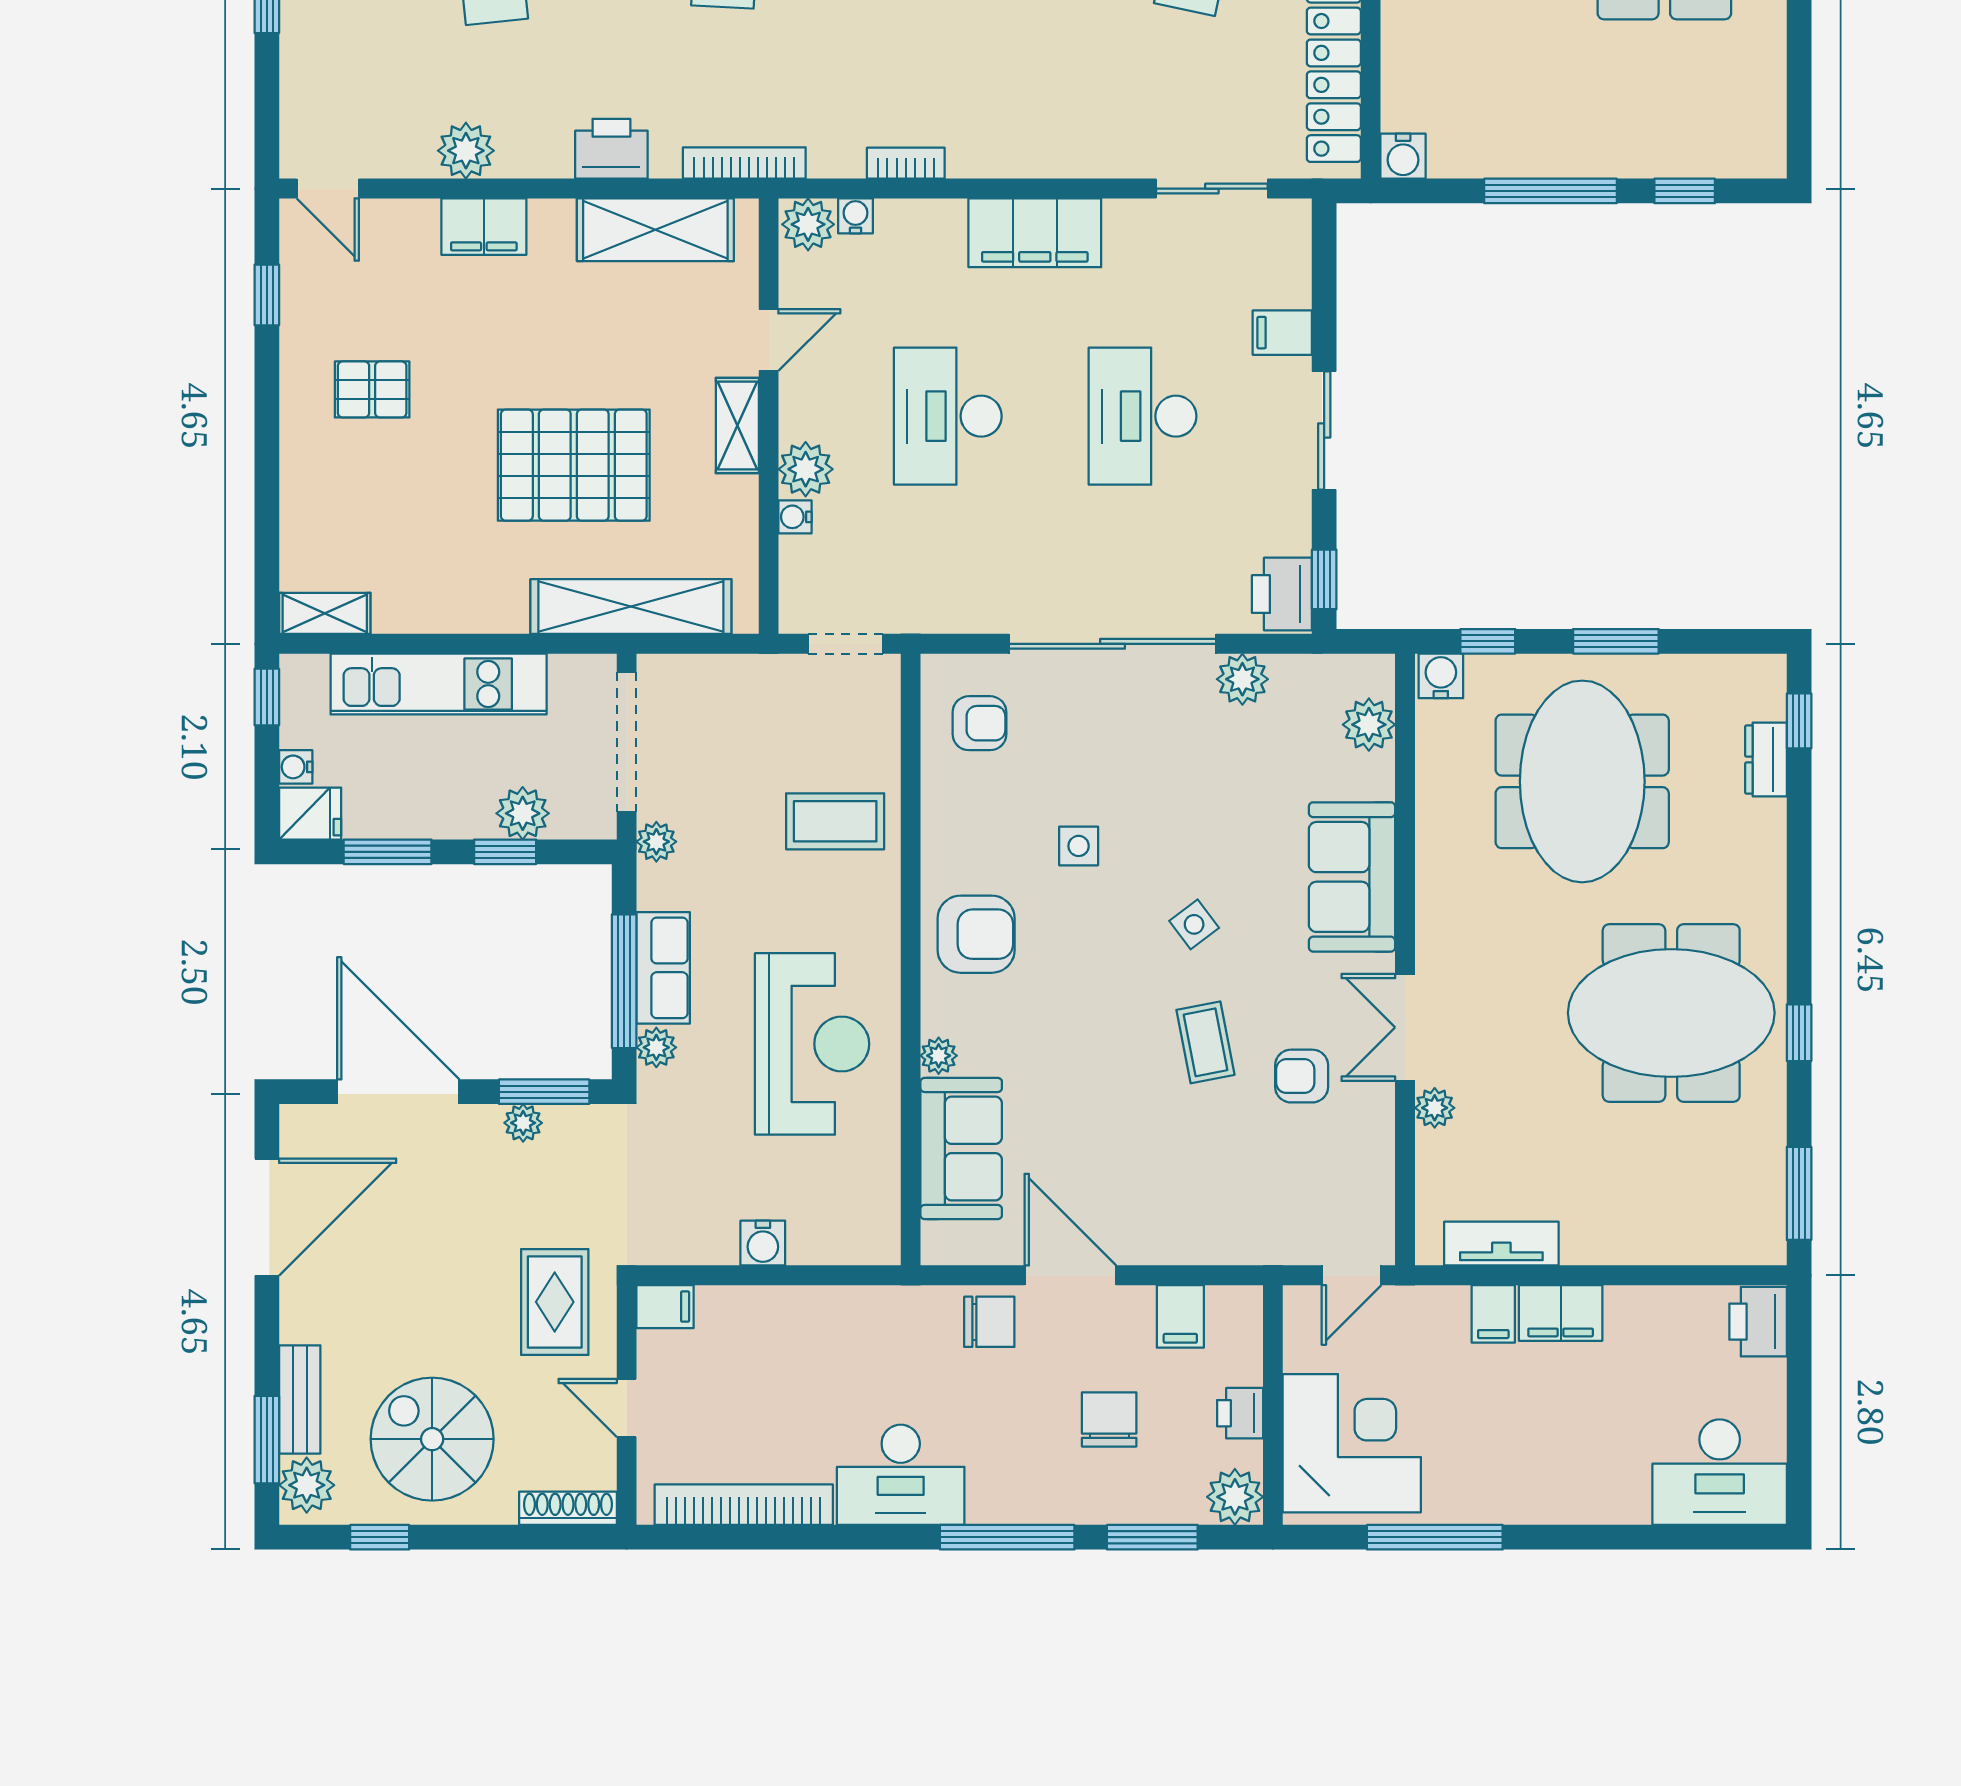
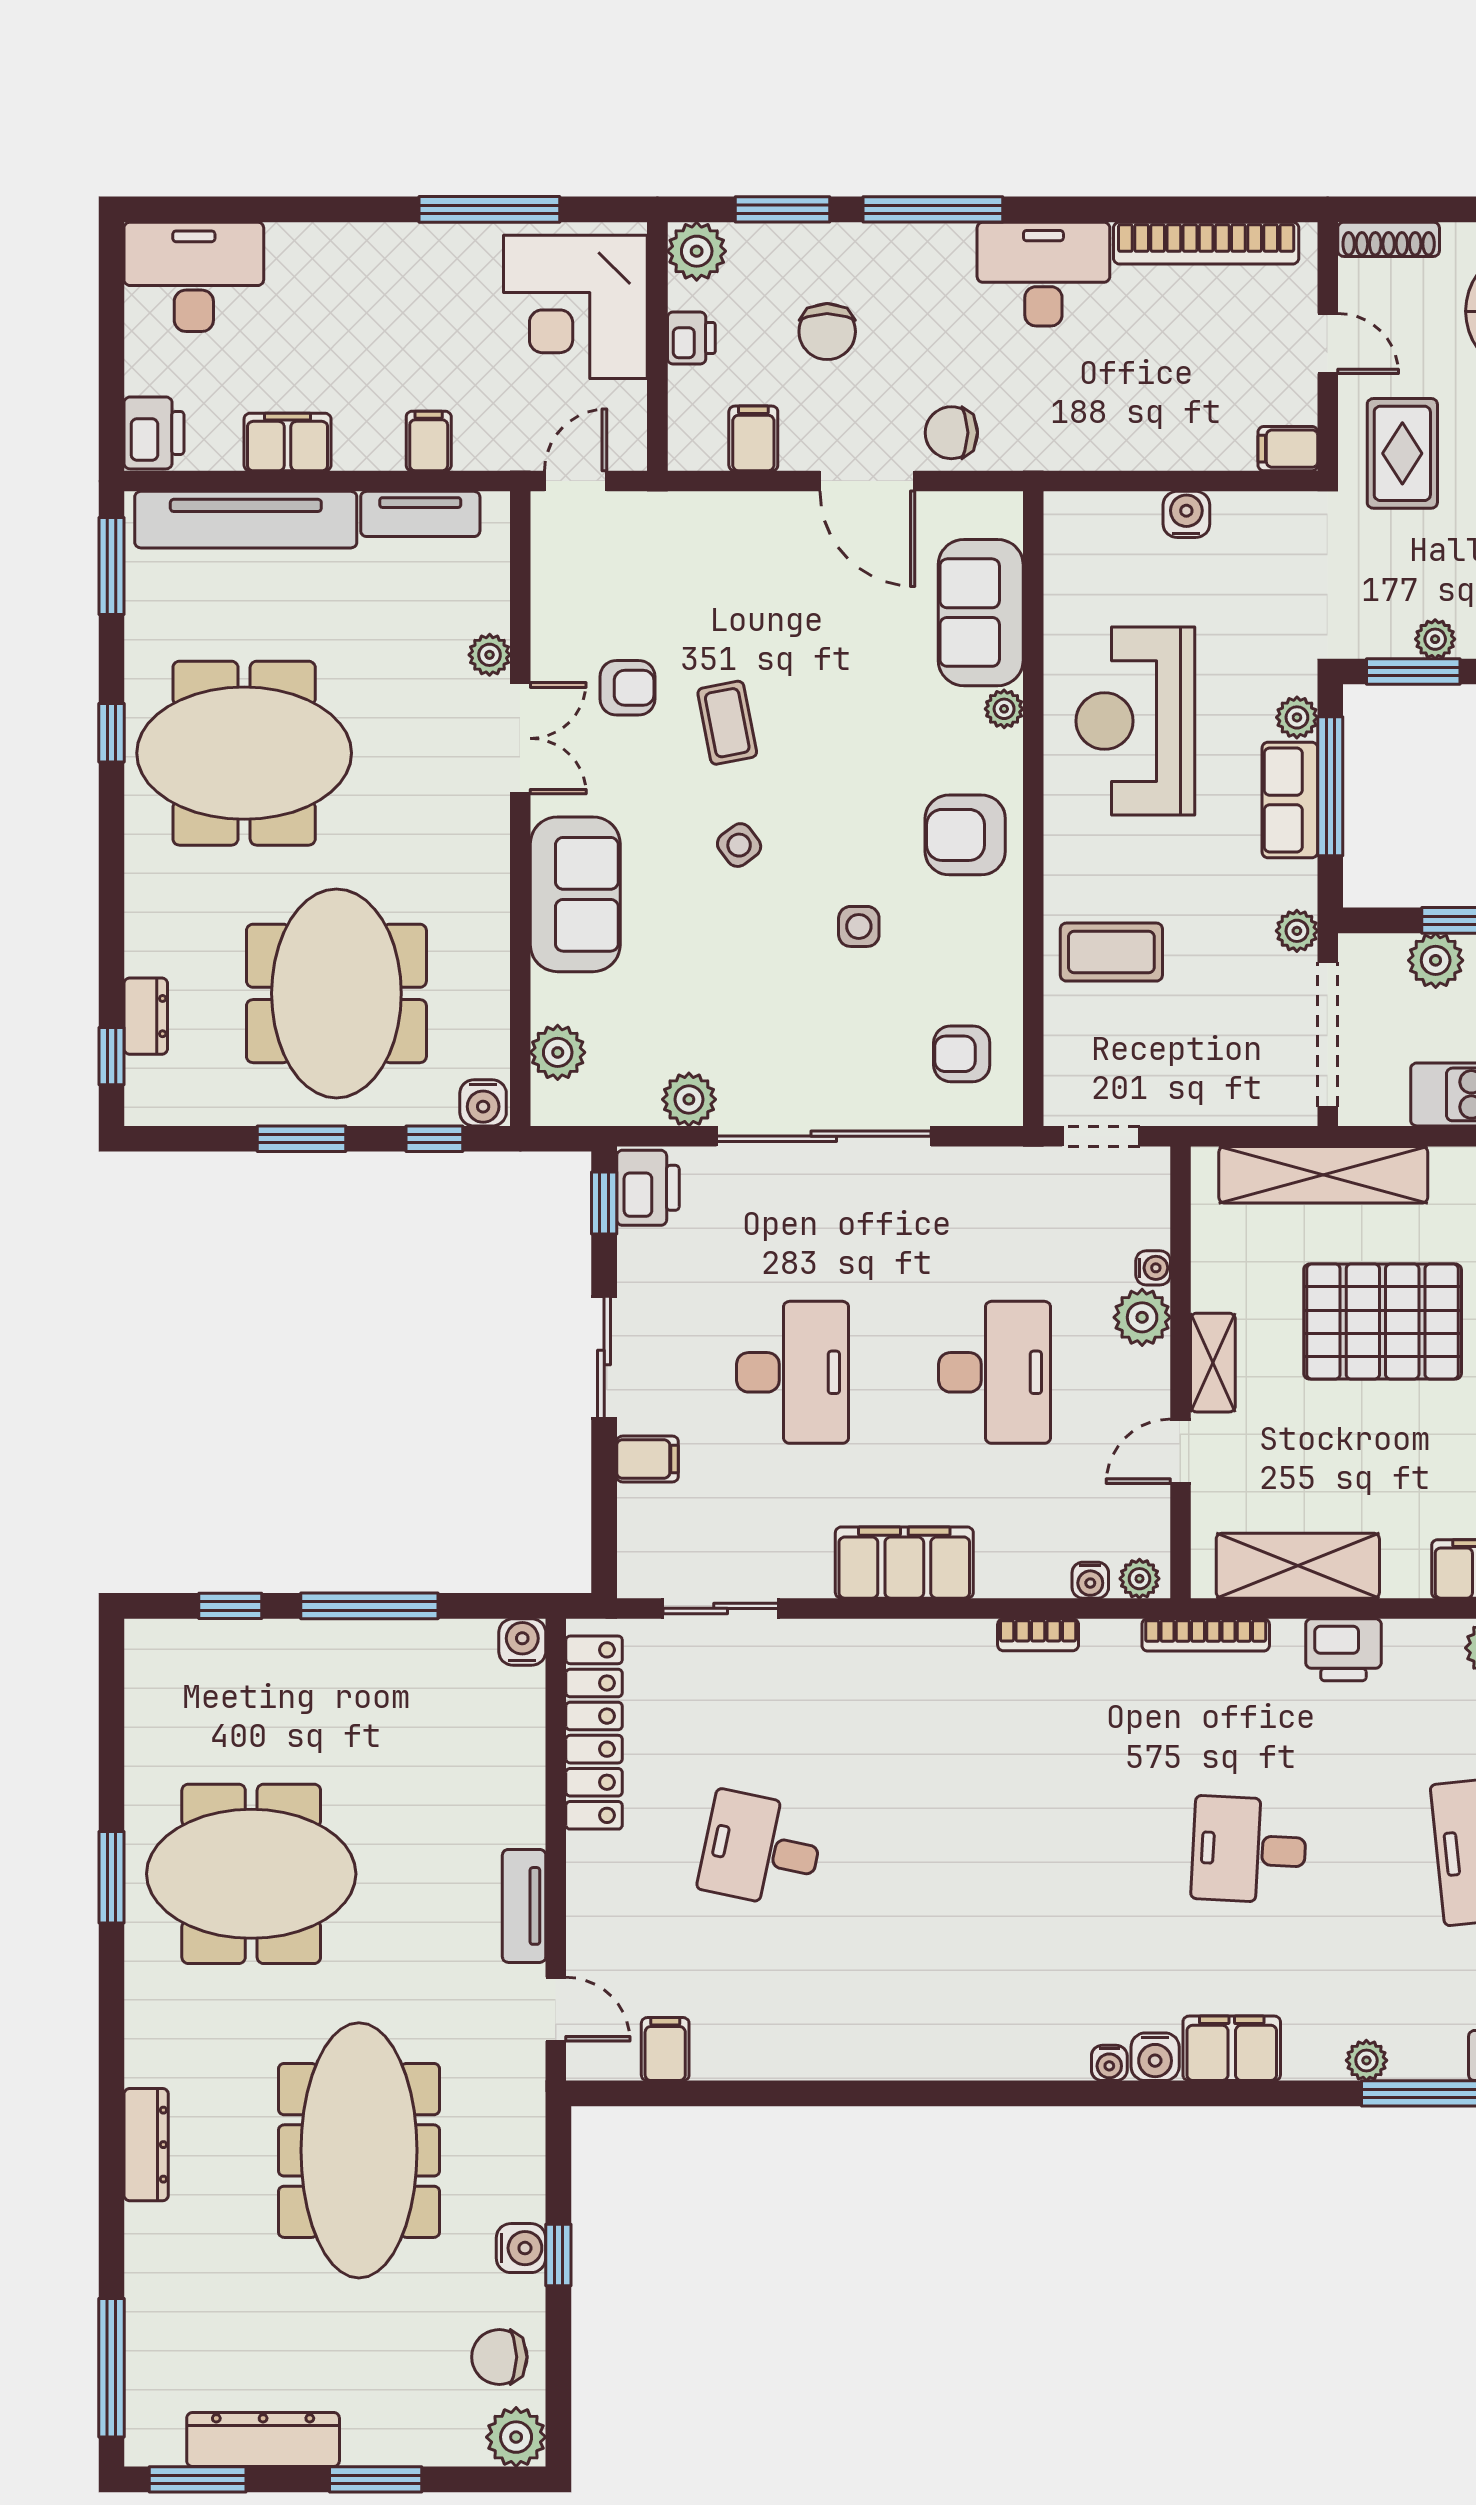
plant: (808, 224) -> (1139, 1579), width x0.73, depth x0.73
tv unit: (1670, 1238) -> (246, 520), added
filing cabinet: (1561, 1313) -> (288, 442), moved

